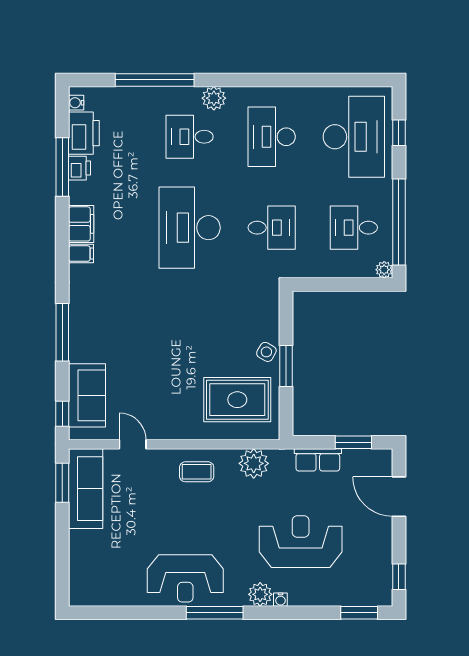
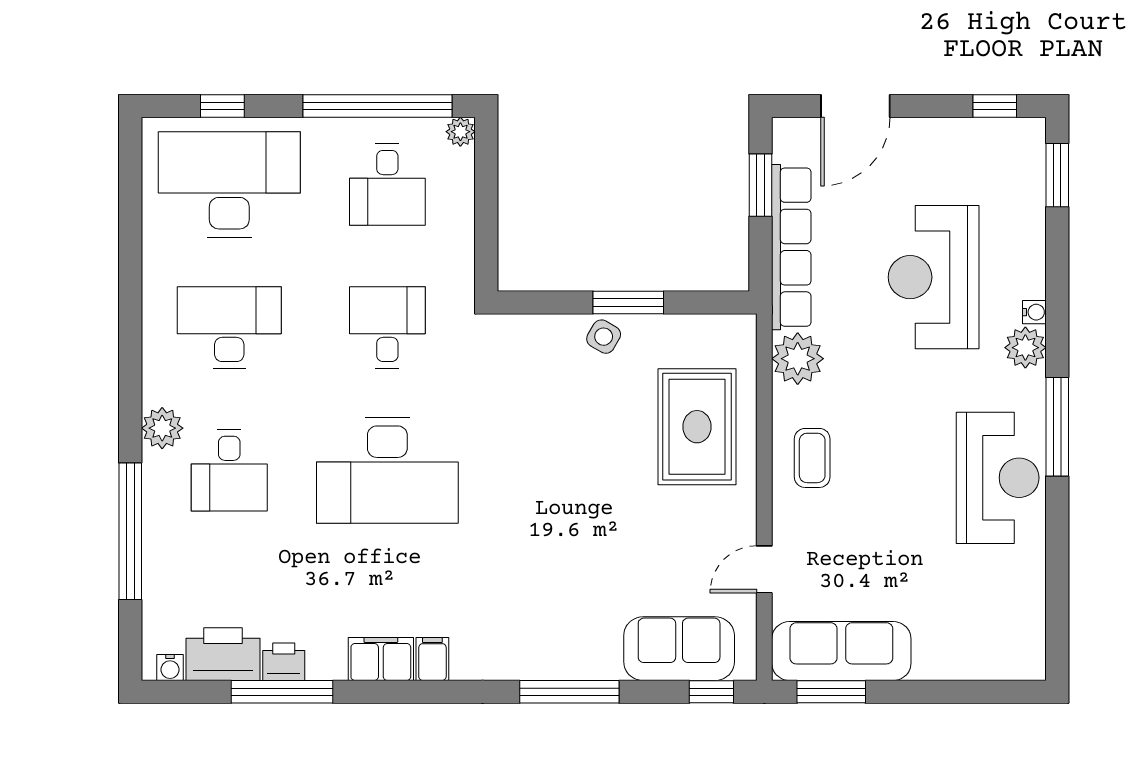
desk: (272, 137) -> (229, 327), turned 180
rug: (237, 400) -> (697, 427), moved
row of seats: (318, 460) -> (791, 247), width x2.02

